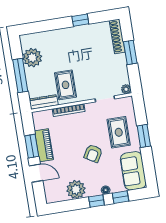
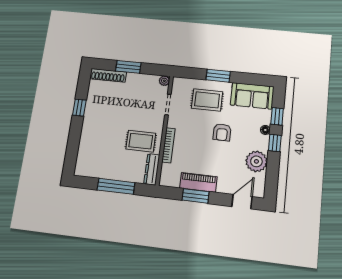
plant: (32, 58) -> (101, 168), removed
armchair: (93, 153) -> (222, 132), turned 60
door: (36, 173) -> (242, 202), moved

